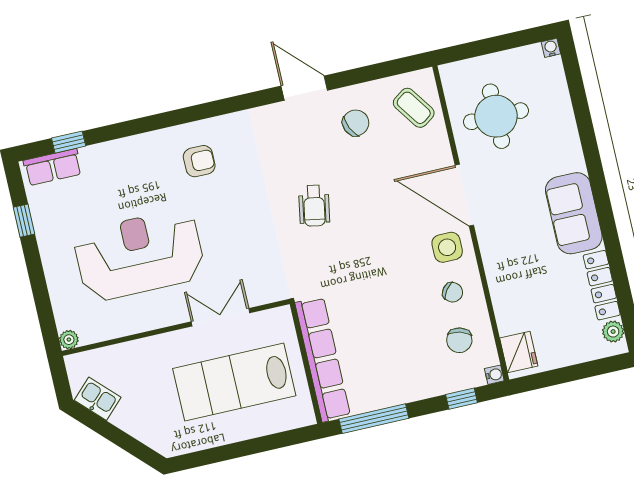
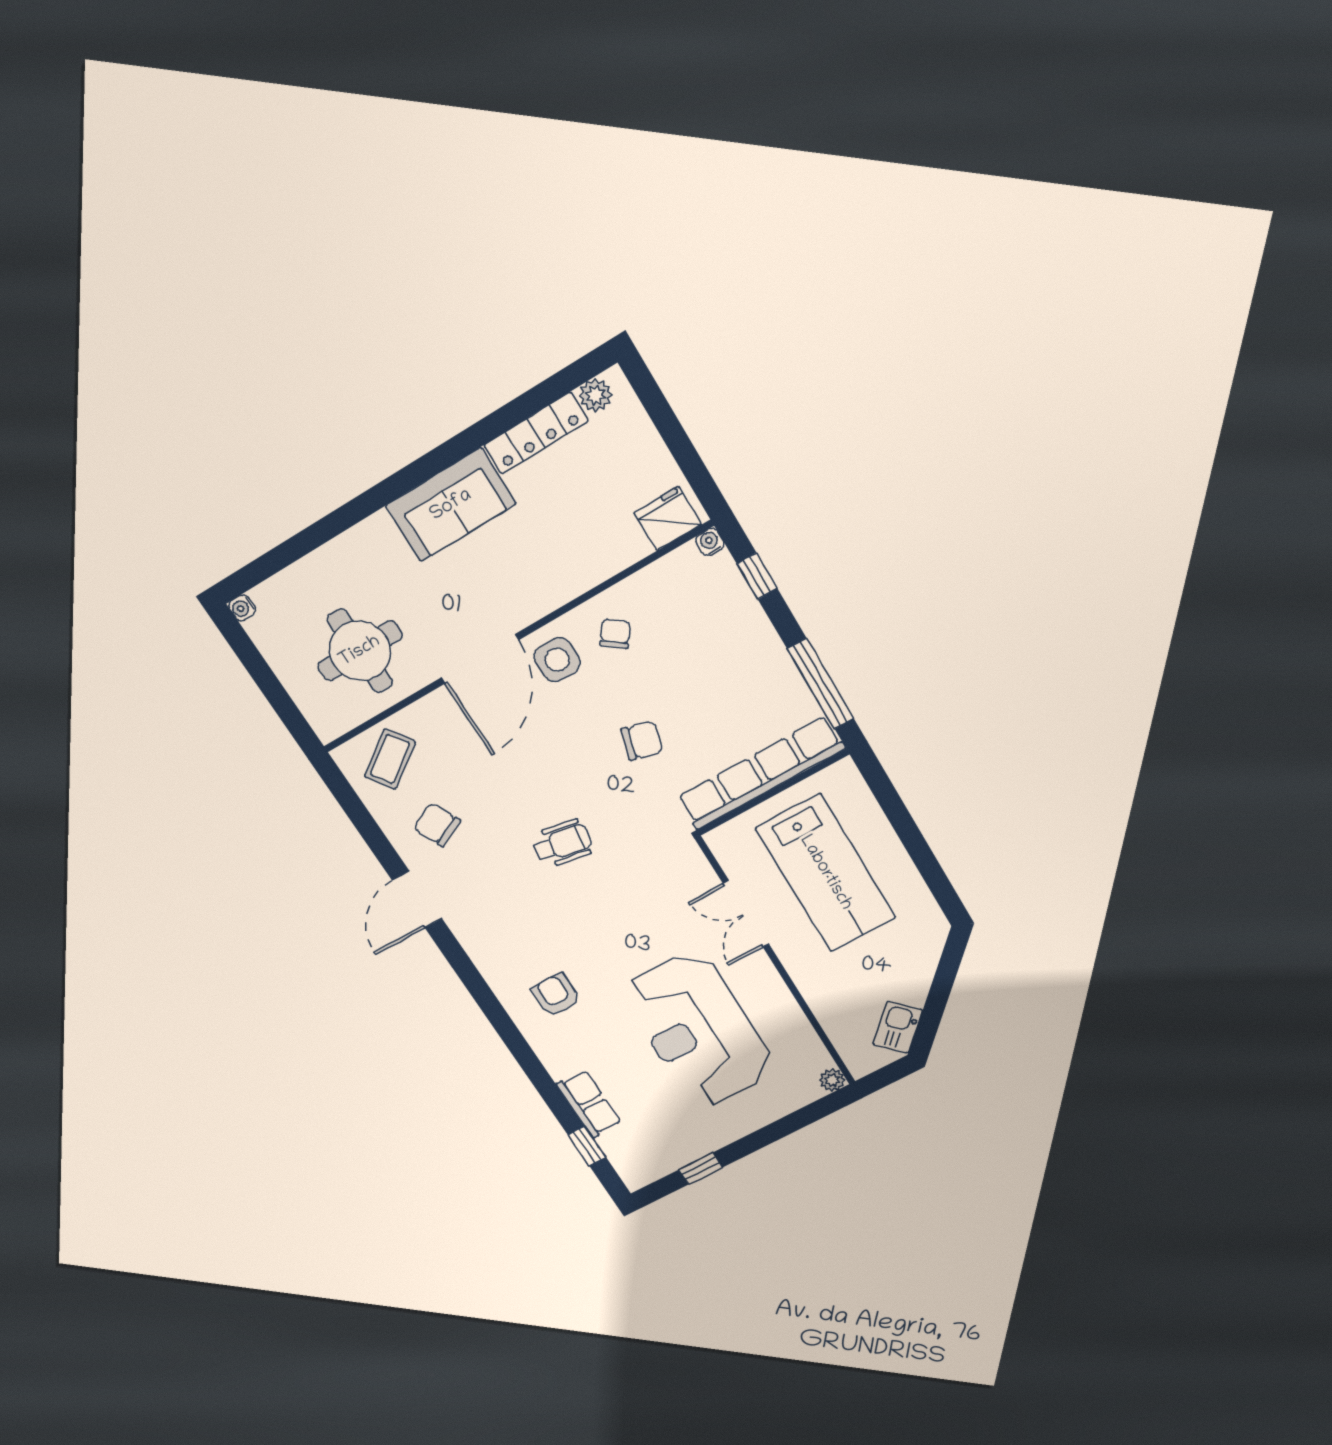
row of seats: (53, 167) -> (589, 1104), moved
chair: (459, 340) -> (642, 741), moved

